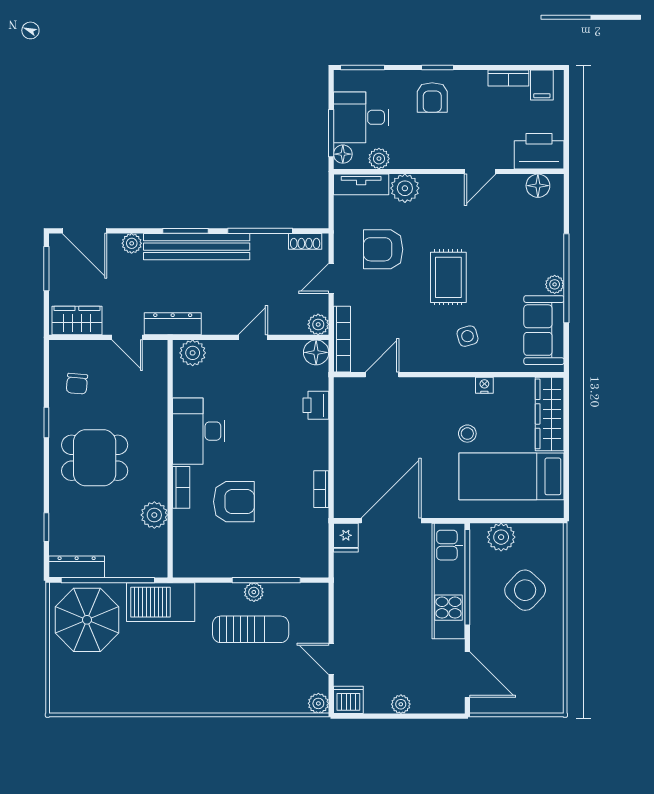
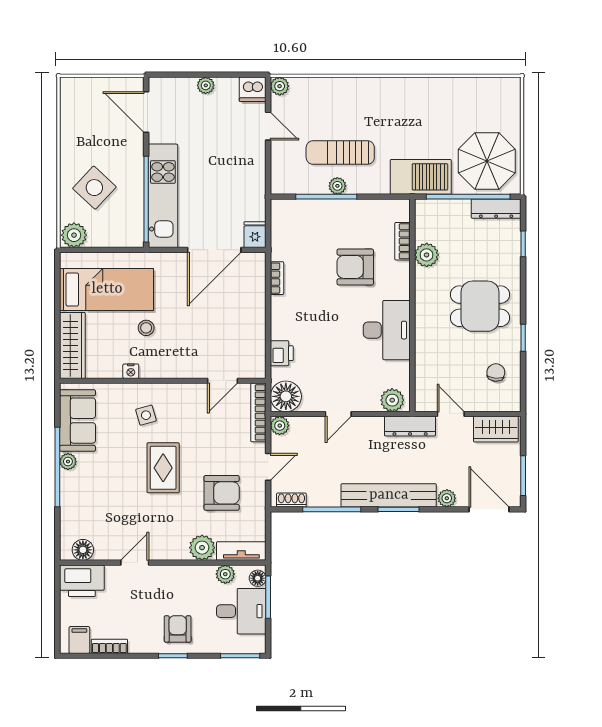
floor lamp: (316, 352) -> (286, 396), width x1.38, depth x1.38
bookcase: (181, 487) -> (403, 241), moved
plant: (501, 537) -> (74, 235), moved

